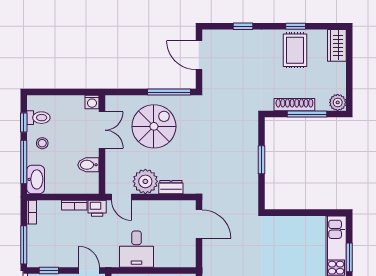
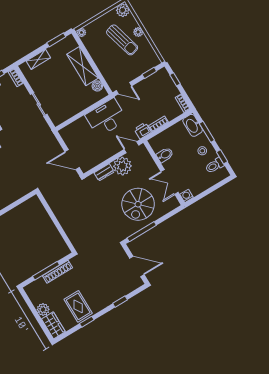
plant: (338, 102) -> (43, 310), moved
window: (262, 160) -> (57, 224), removed
window: (24, 162) -> (207, 132), width x0.69
window: (24, 245) -> (175, 79), width x0.46
desk: (137, 249) -> (106, 117), width x1.37

